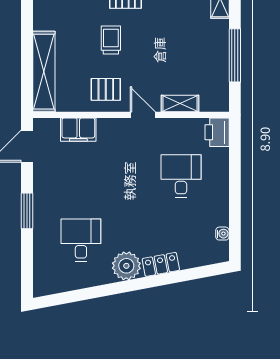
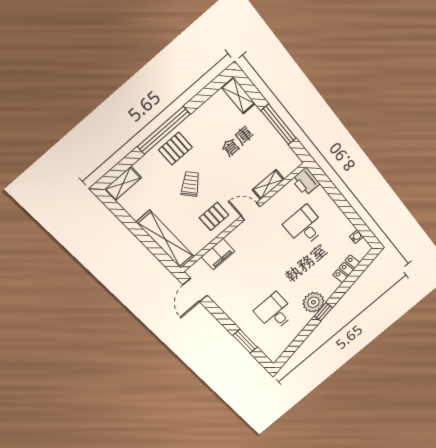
trolley: (111, 40) -> (190, 184), turned 49
window: (27, 211) -> (245, 341), moved
locker: (161, 264) -> (346, 269), moved
window: (128, 286) -> (323, 312), added

